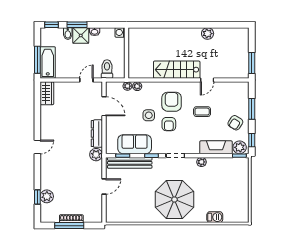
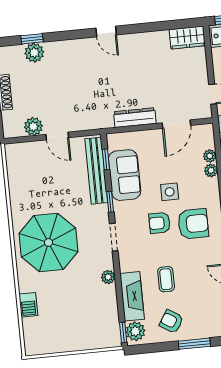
coffee table: (202, 112) -> (166, 279), moved
window: (252, 140) -> (148, 348), removed
plant: (96, 155) -> (33, 126), moved

